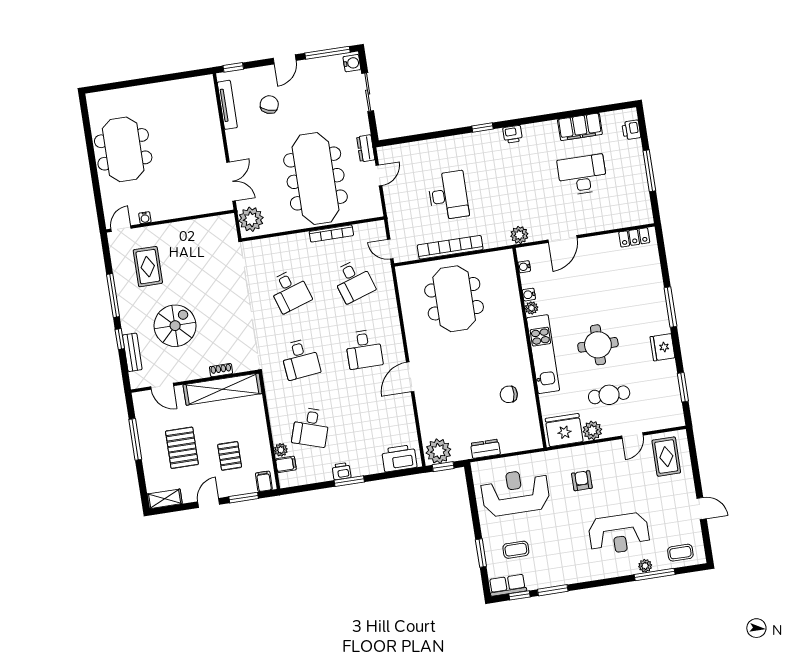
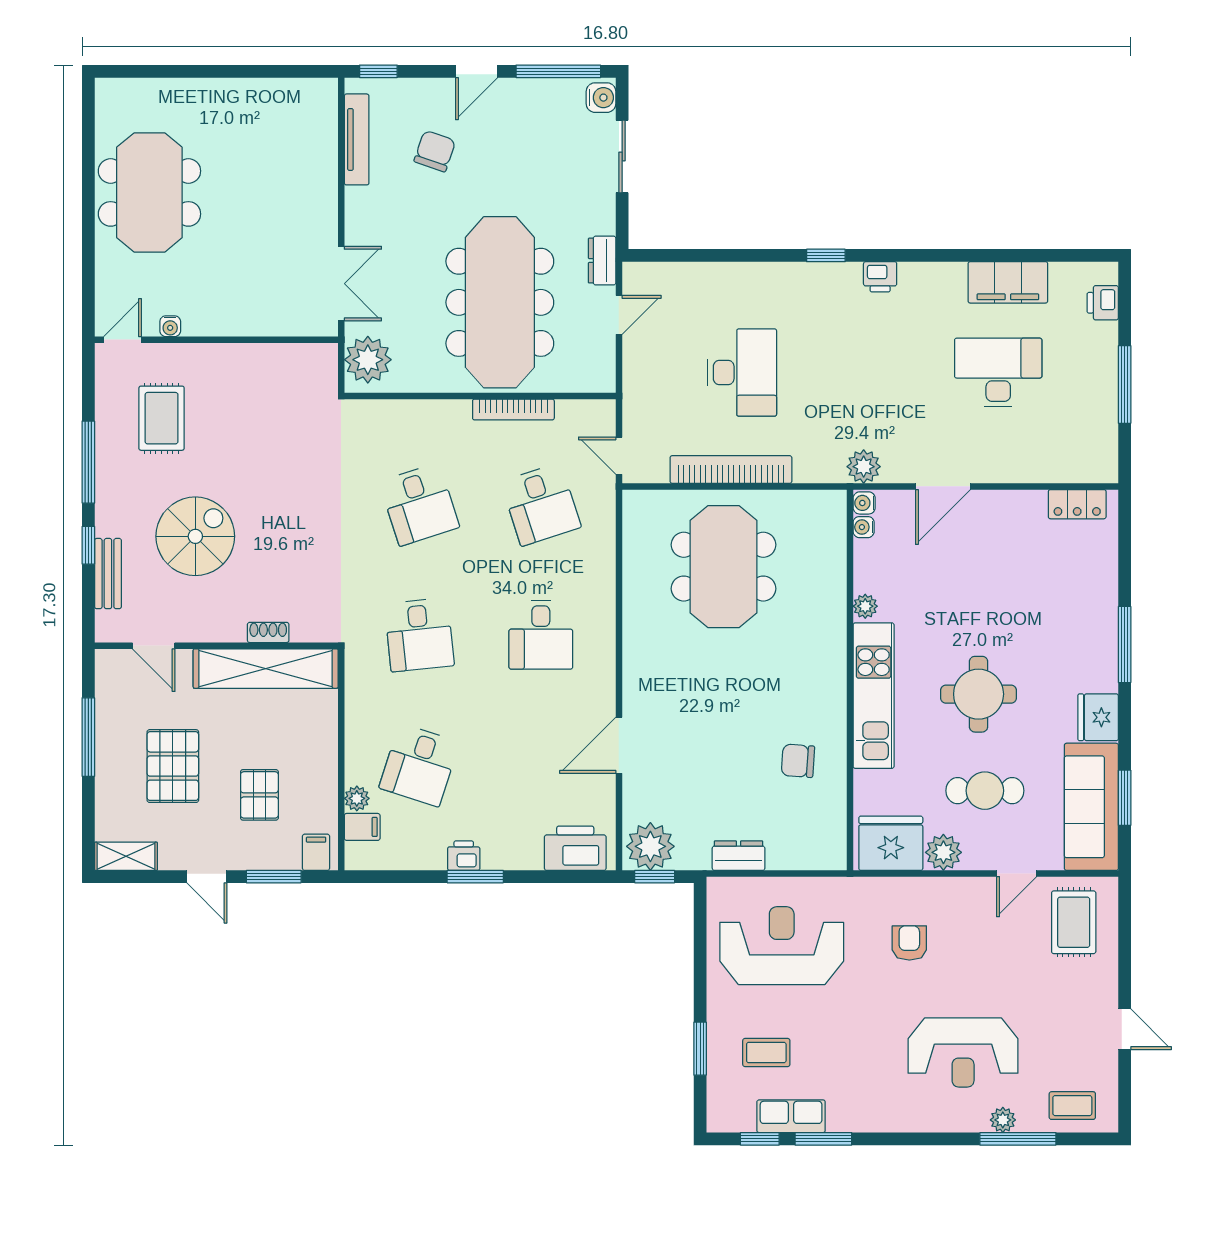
water cooler: (529, 295) -> (864, 503), moved
door: (410, 377) -> (619, 745), moved
sofa: (666, 395) -> (1091, 807), added
door: (209, 503) -> (207, 877), swing flipped
row of seats: (508, 585) -> (791, 1116), moved

